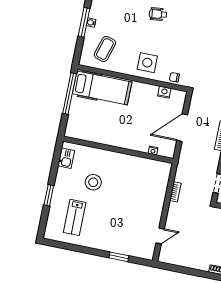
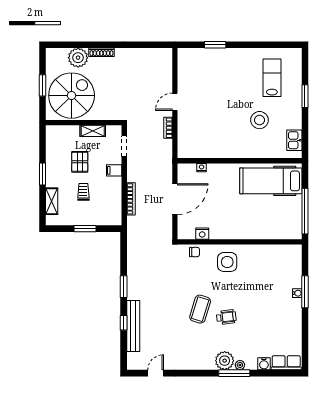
coffee table: (105, 49) -> (200, 309), moved
hospital bed: (102, 88) -> (271, 181), moved
door: (160, 236) -> (175, 102), moved

